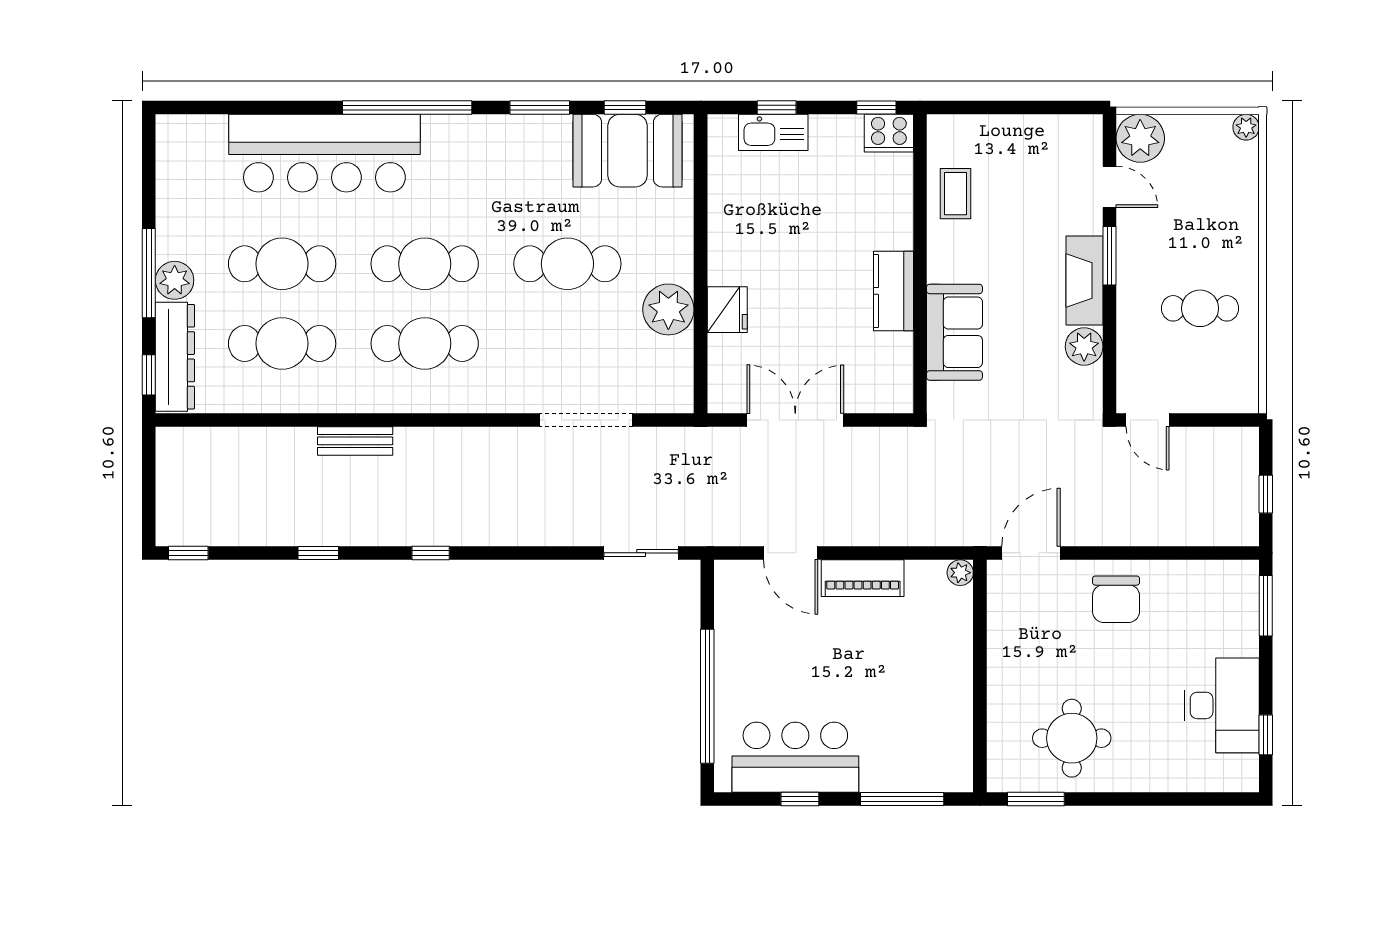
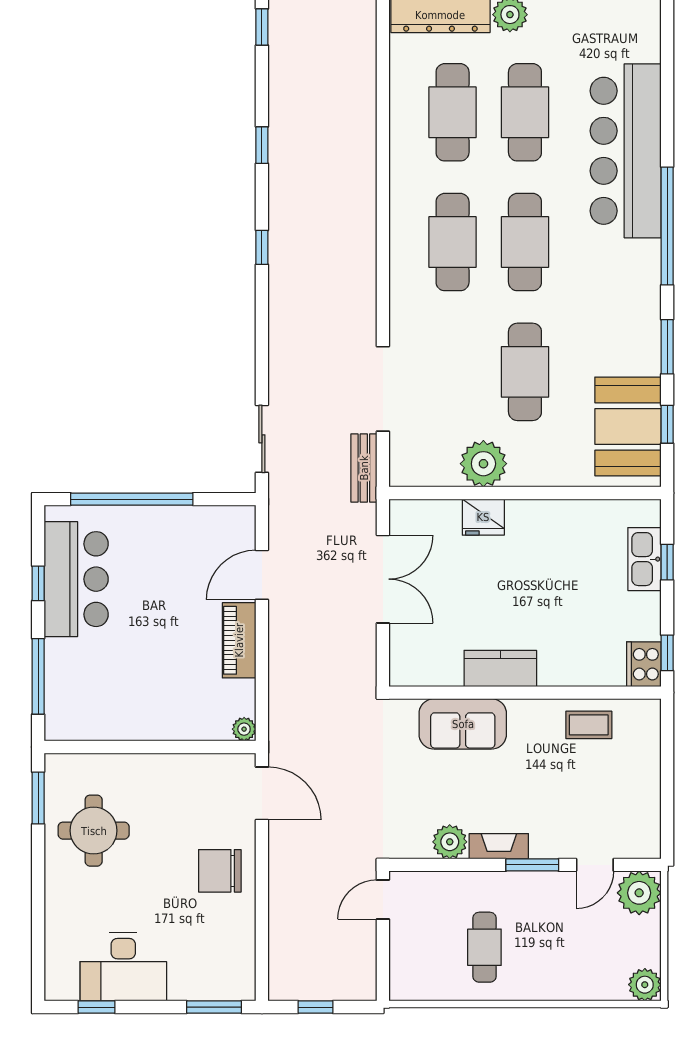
plant: (1246, 127) -> (645, 985), width x1.38, depth x1.38
fireplace: (1085, 281) -> (499, 846), width x0.73, depth x0.76
bench: (355, 441) -> (364, 468), moved

